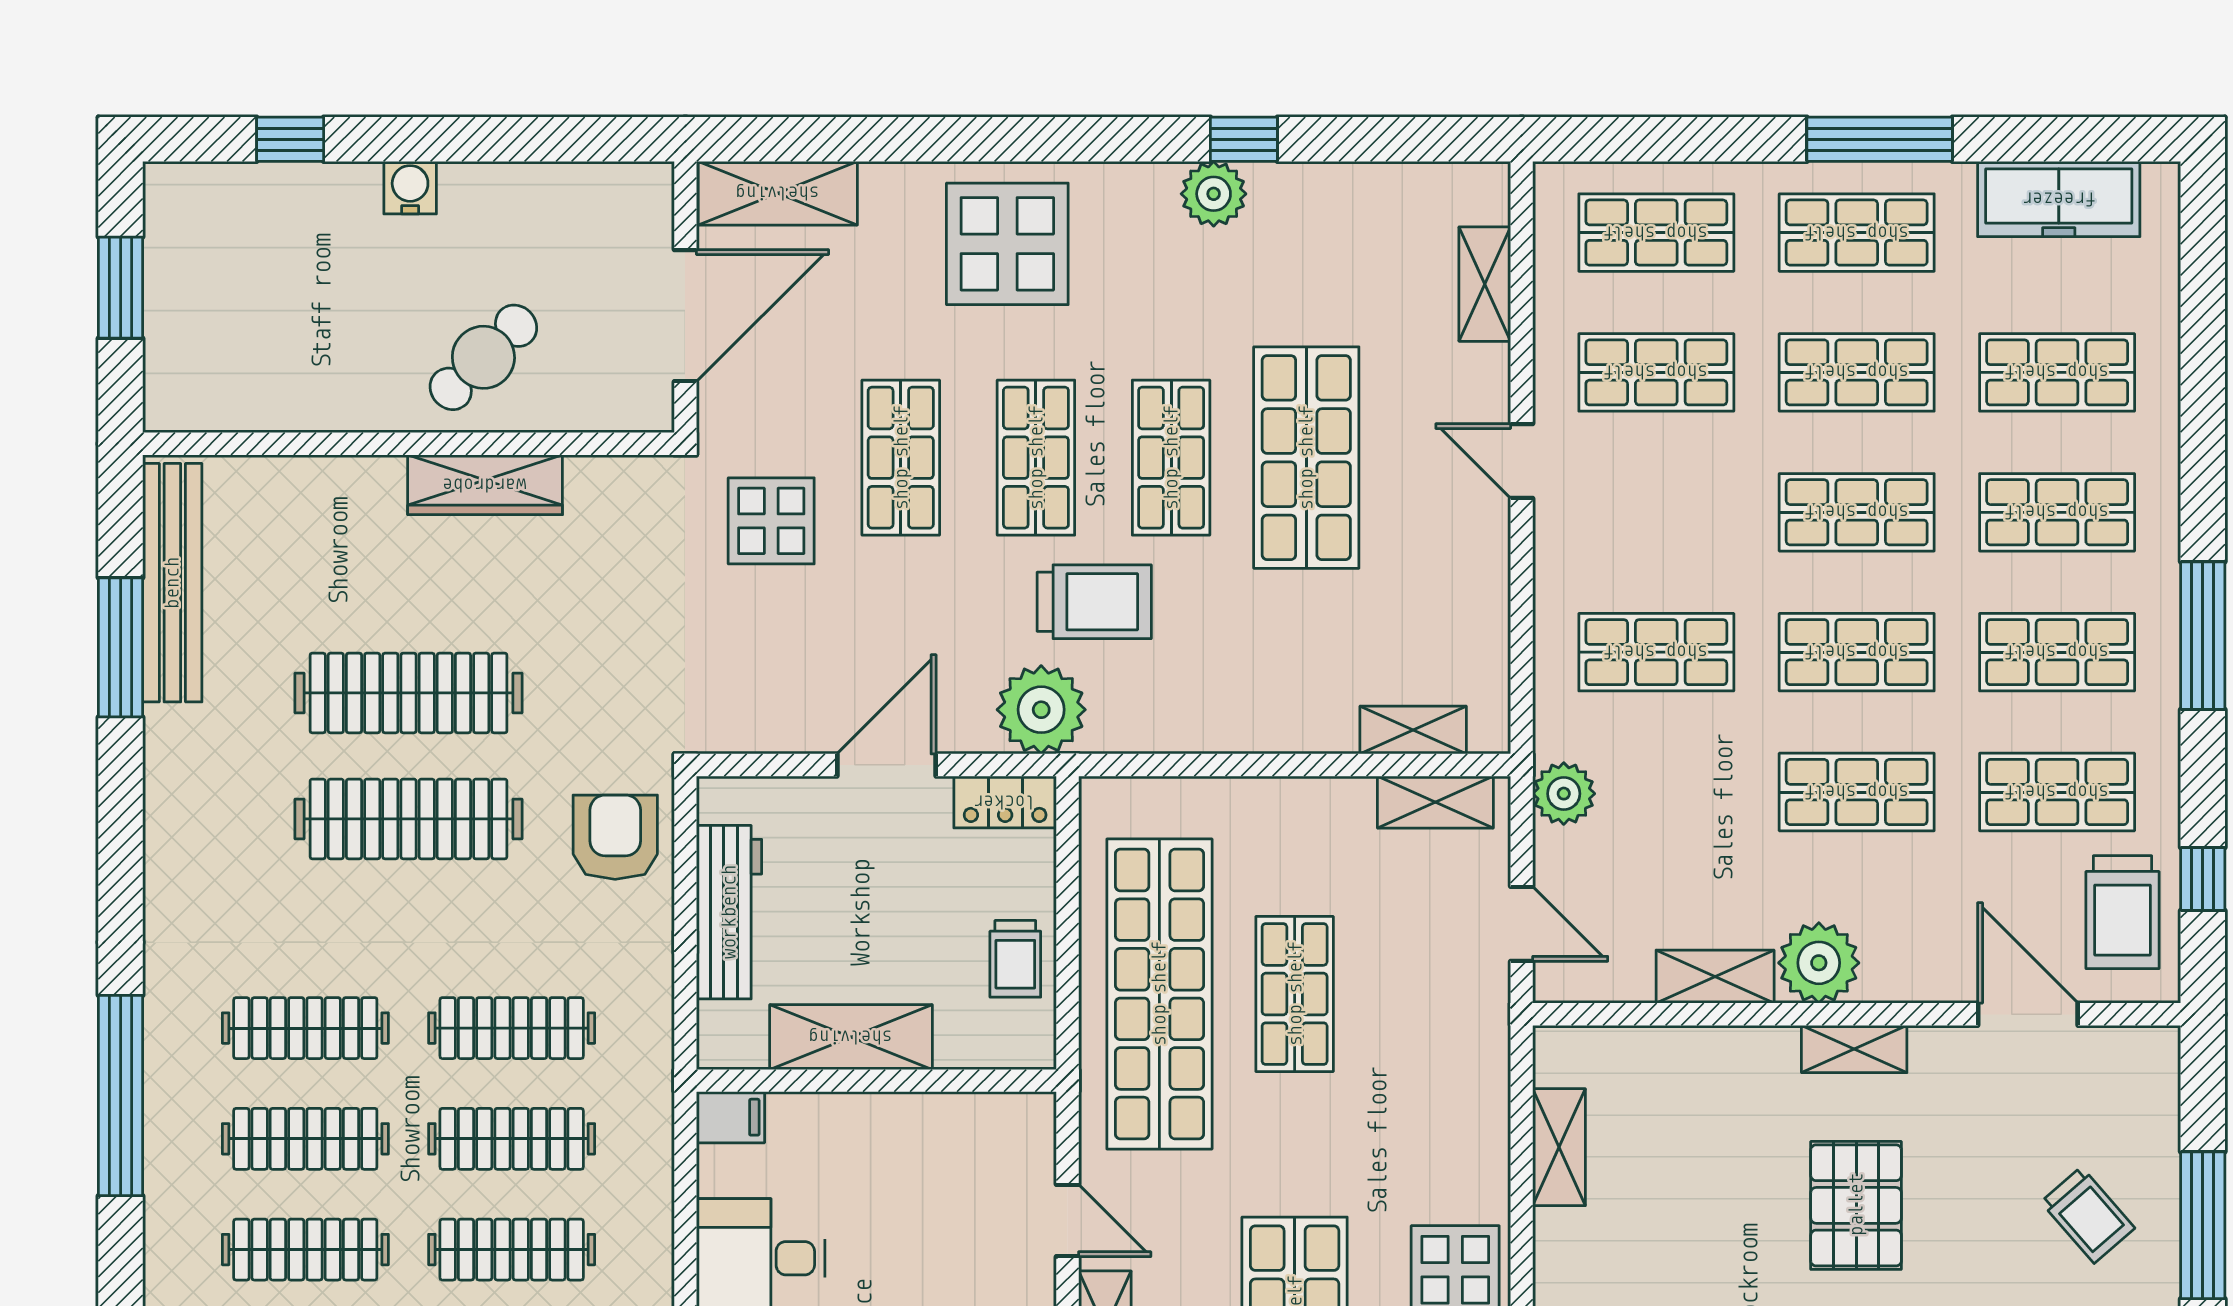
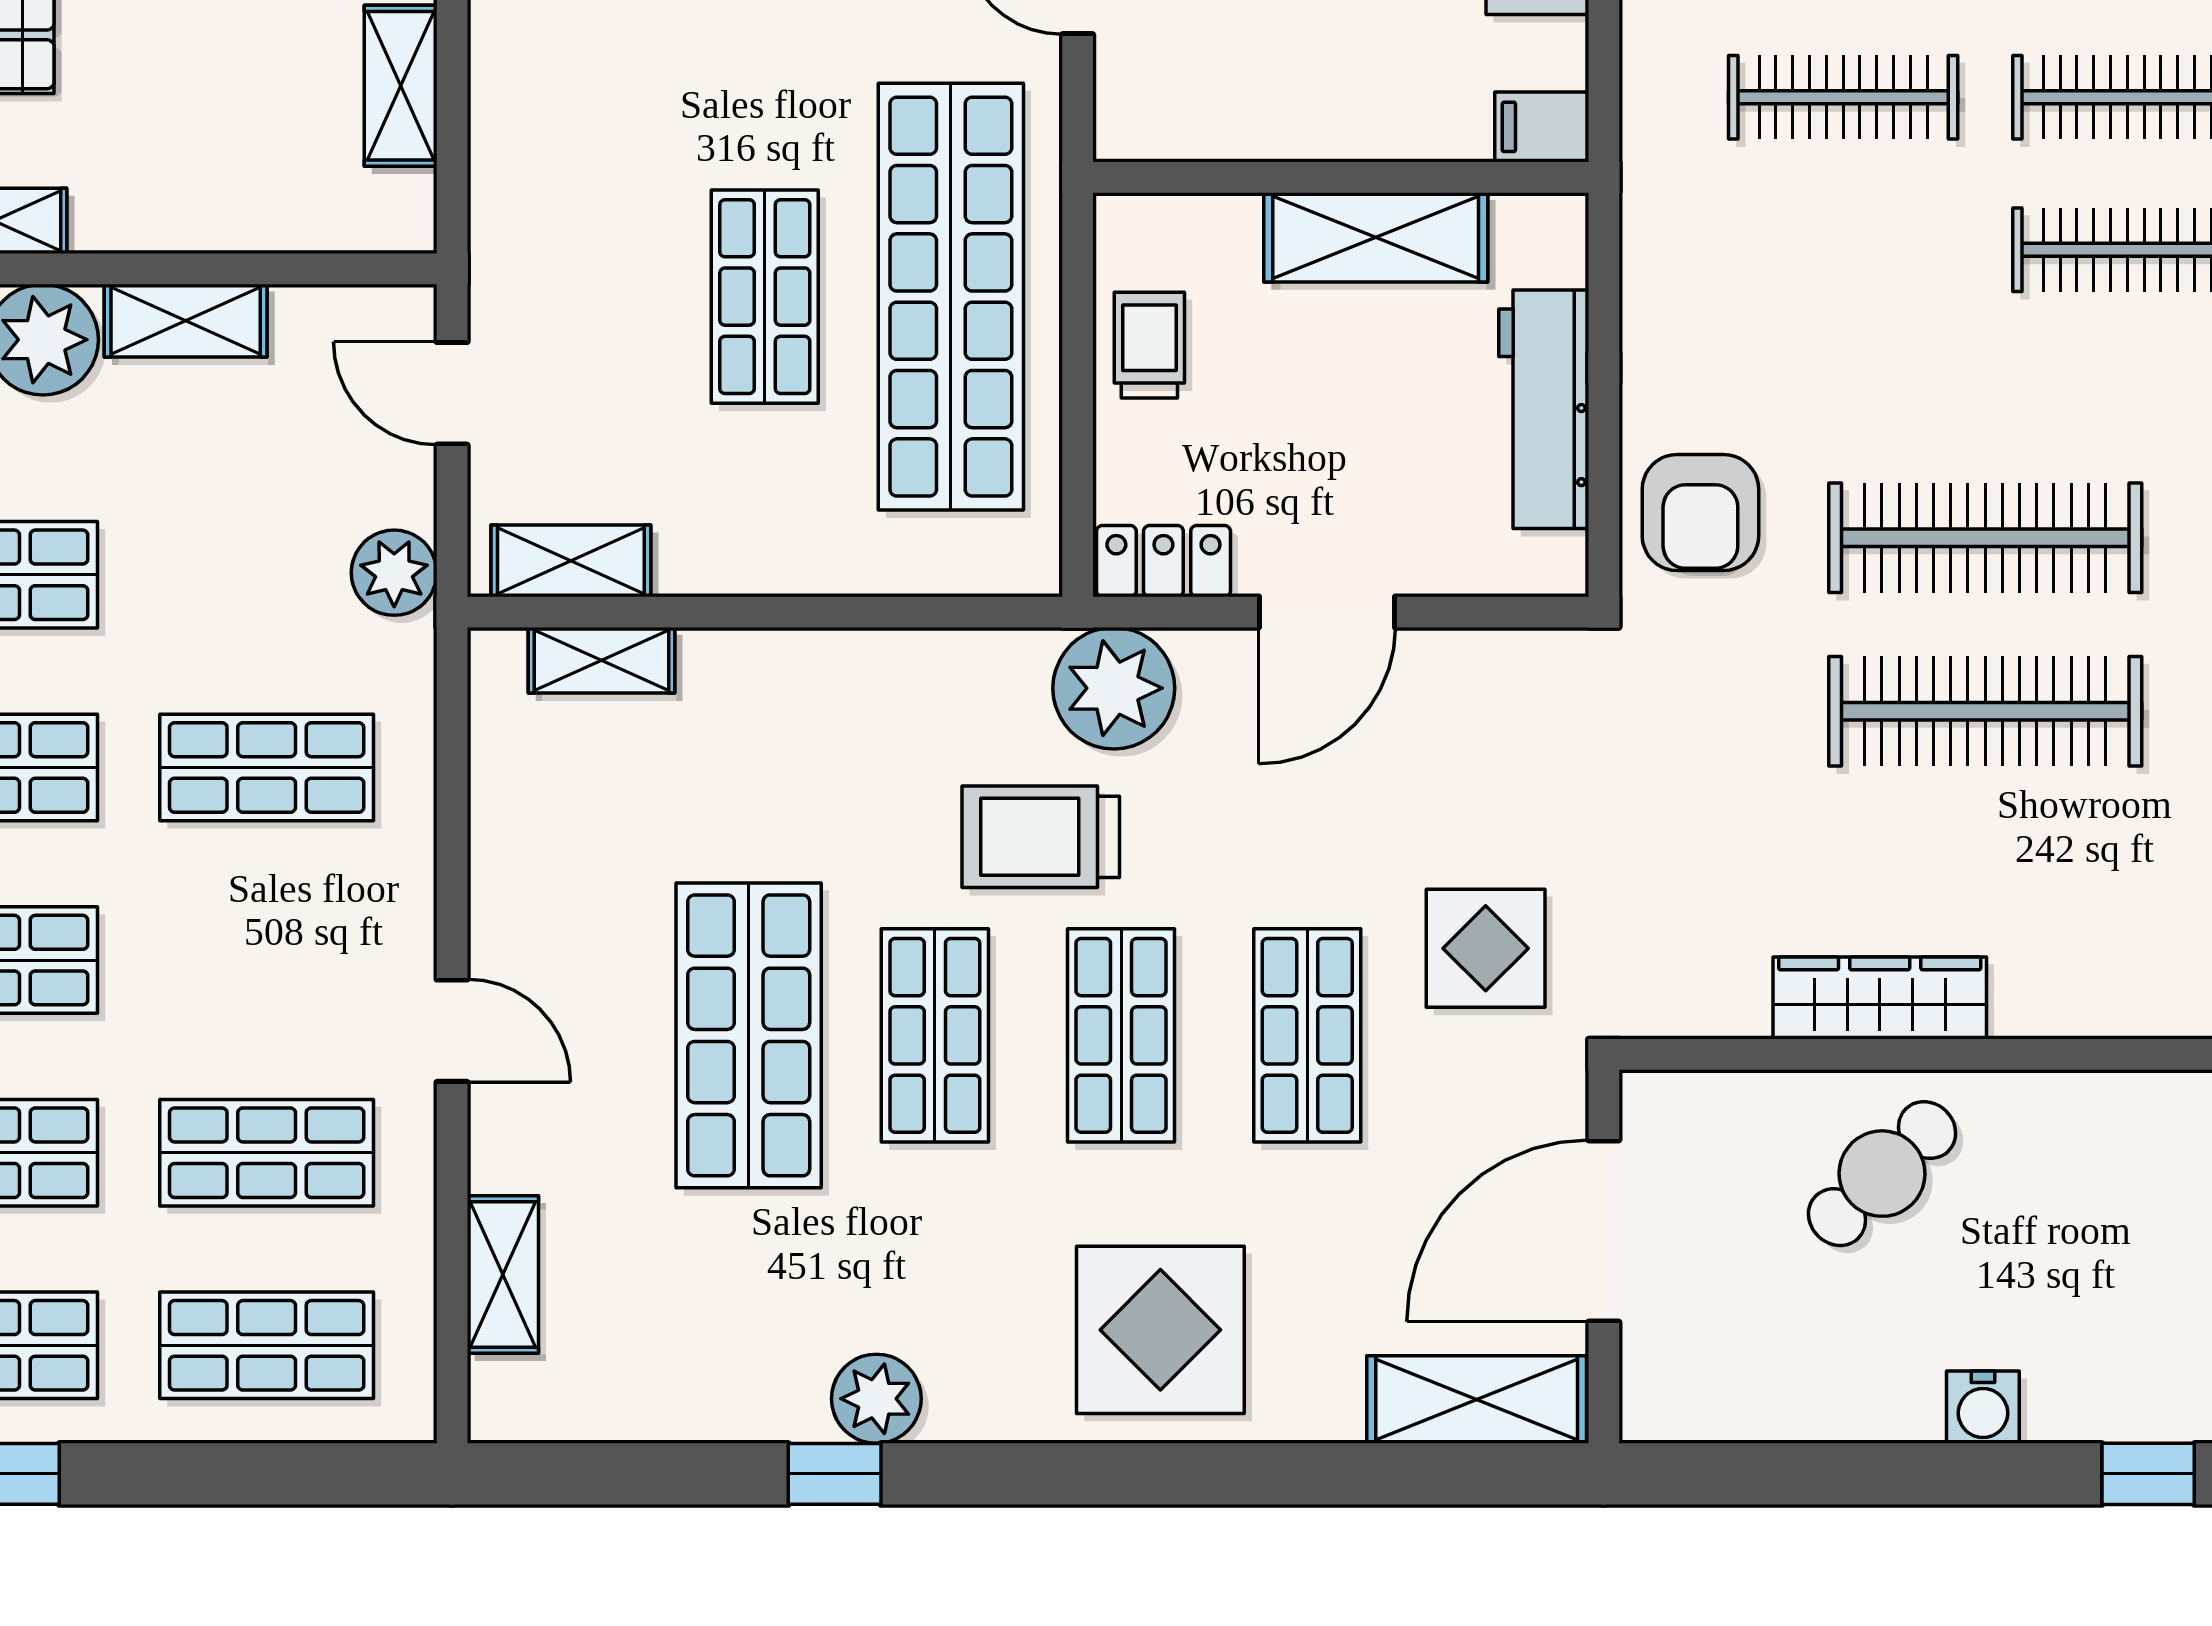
clothes rail: (512, 1028) -> (1843, 250), removed

